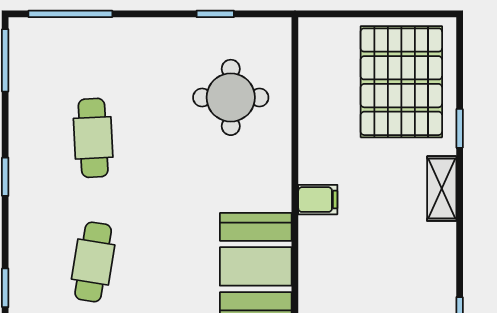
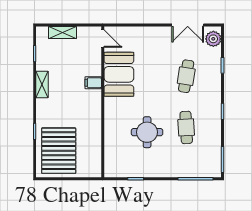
round table: (231, 97) -> (147, 132), moved
shelving: (442, 189) -> (42, 84), moved
filing cabinet: (318, 200) -> (93, 83), moved

